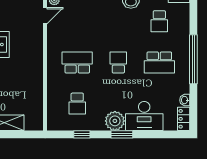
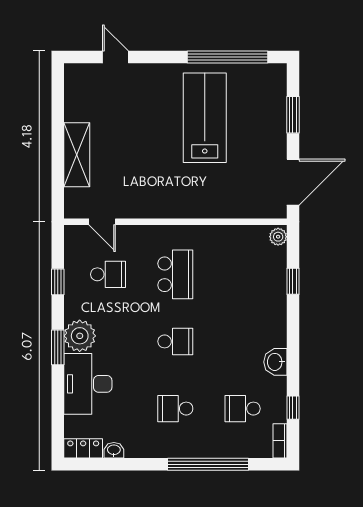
door: (45, 16) -> (102, 222), moved
window: (193, 59) -> (208, 464), moved
school desk: (159, 62) -> (175, 409), width x0.54
school desk: (77, 104) -> (108, 274), turned 180

